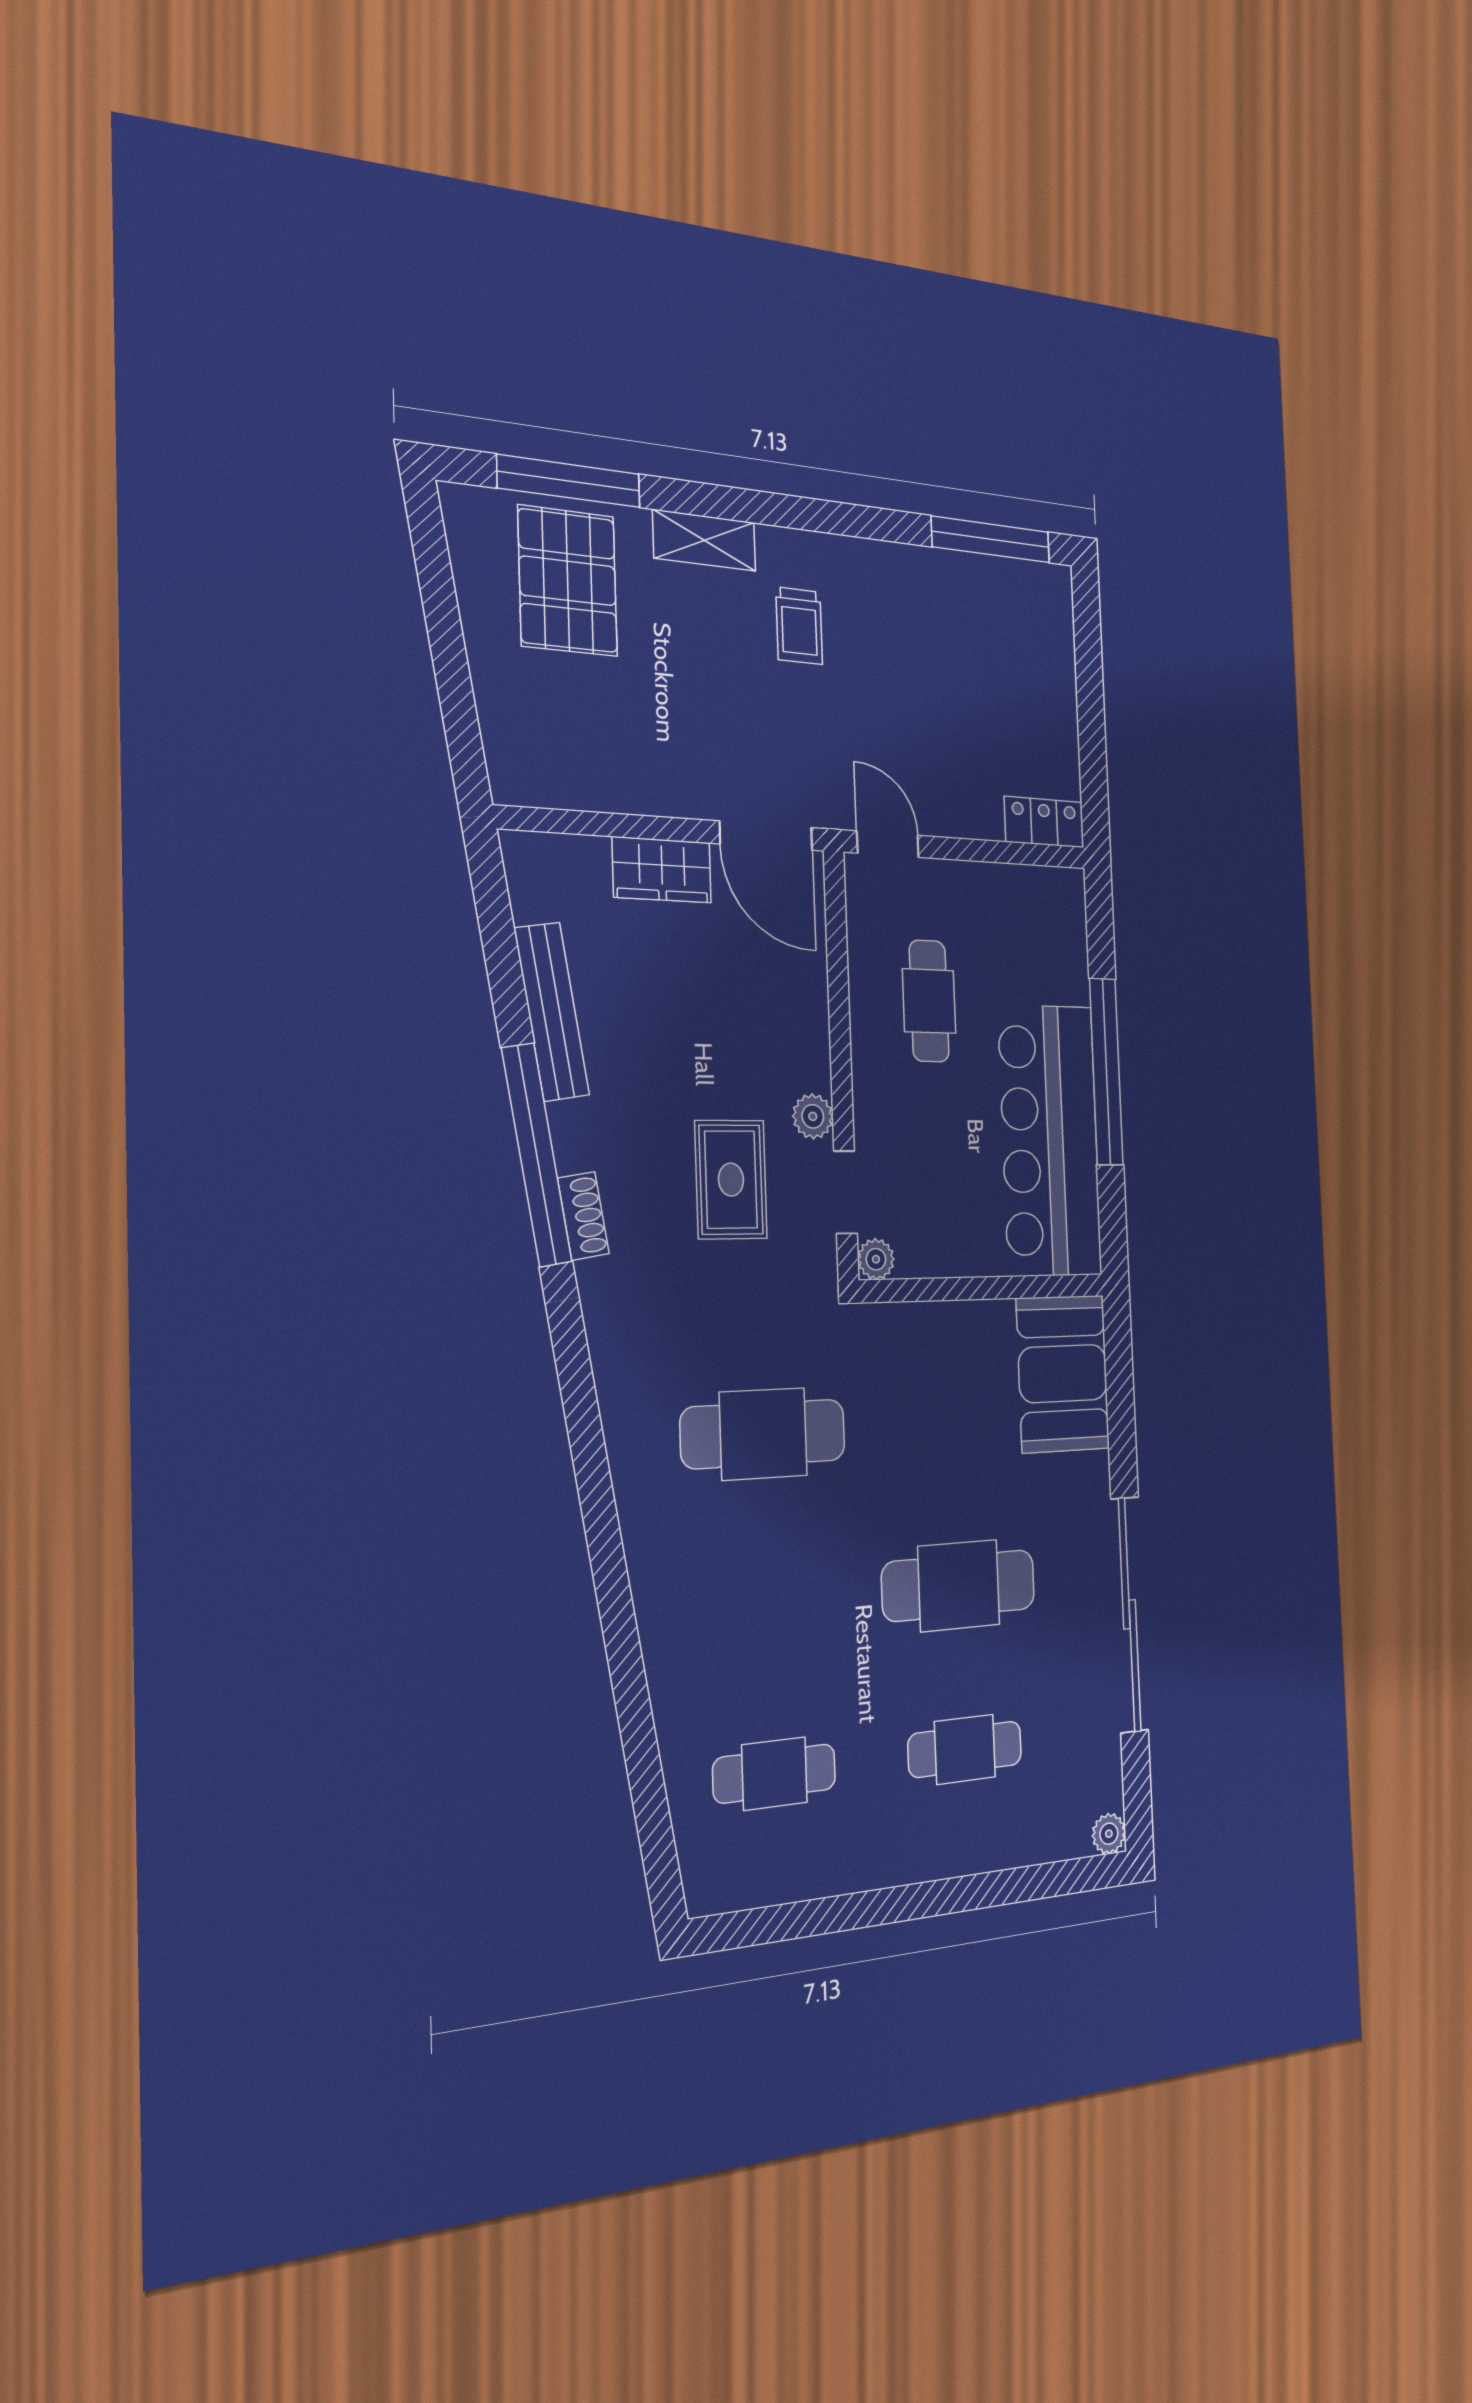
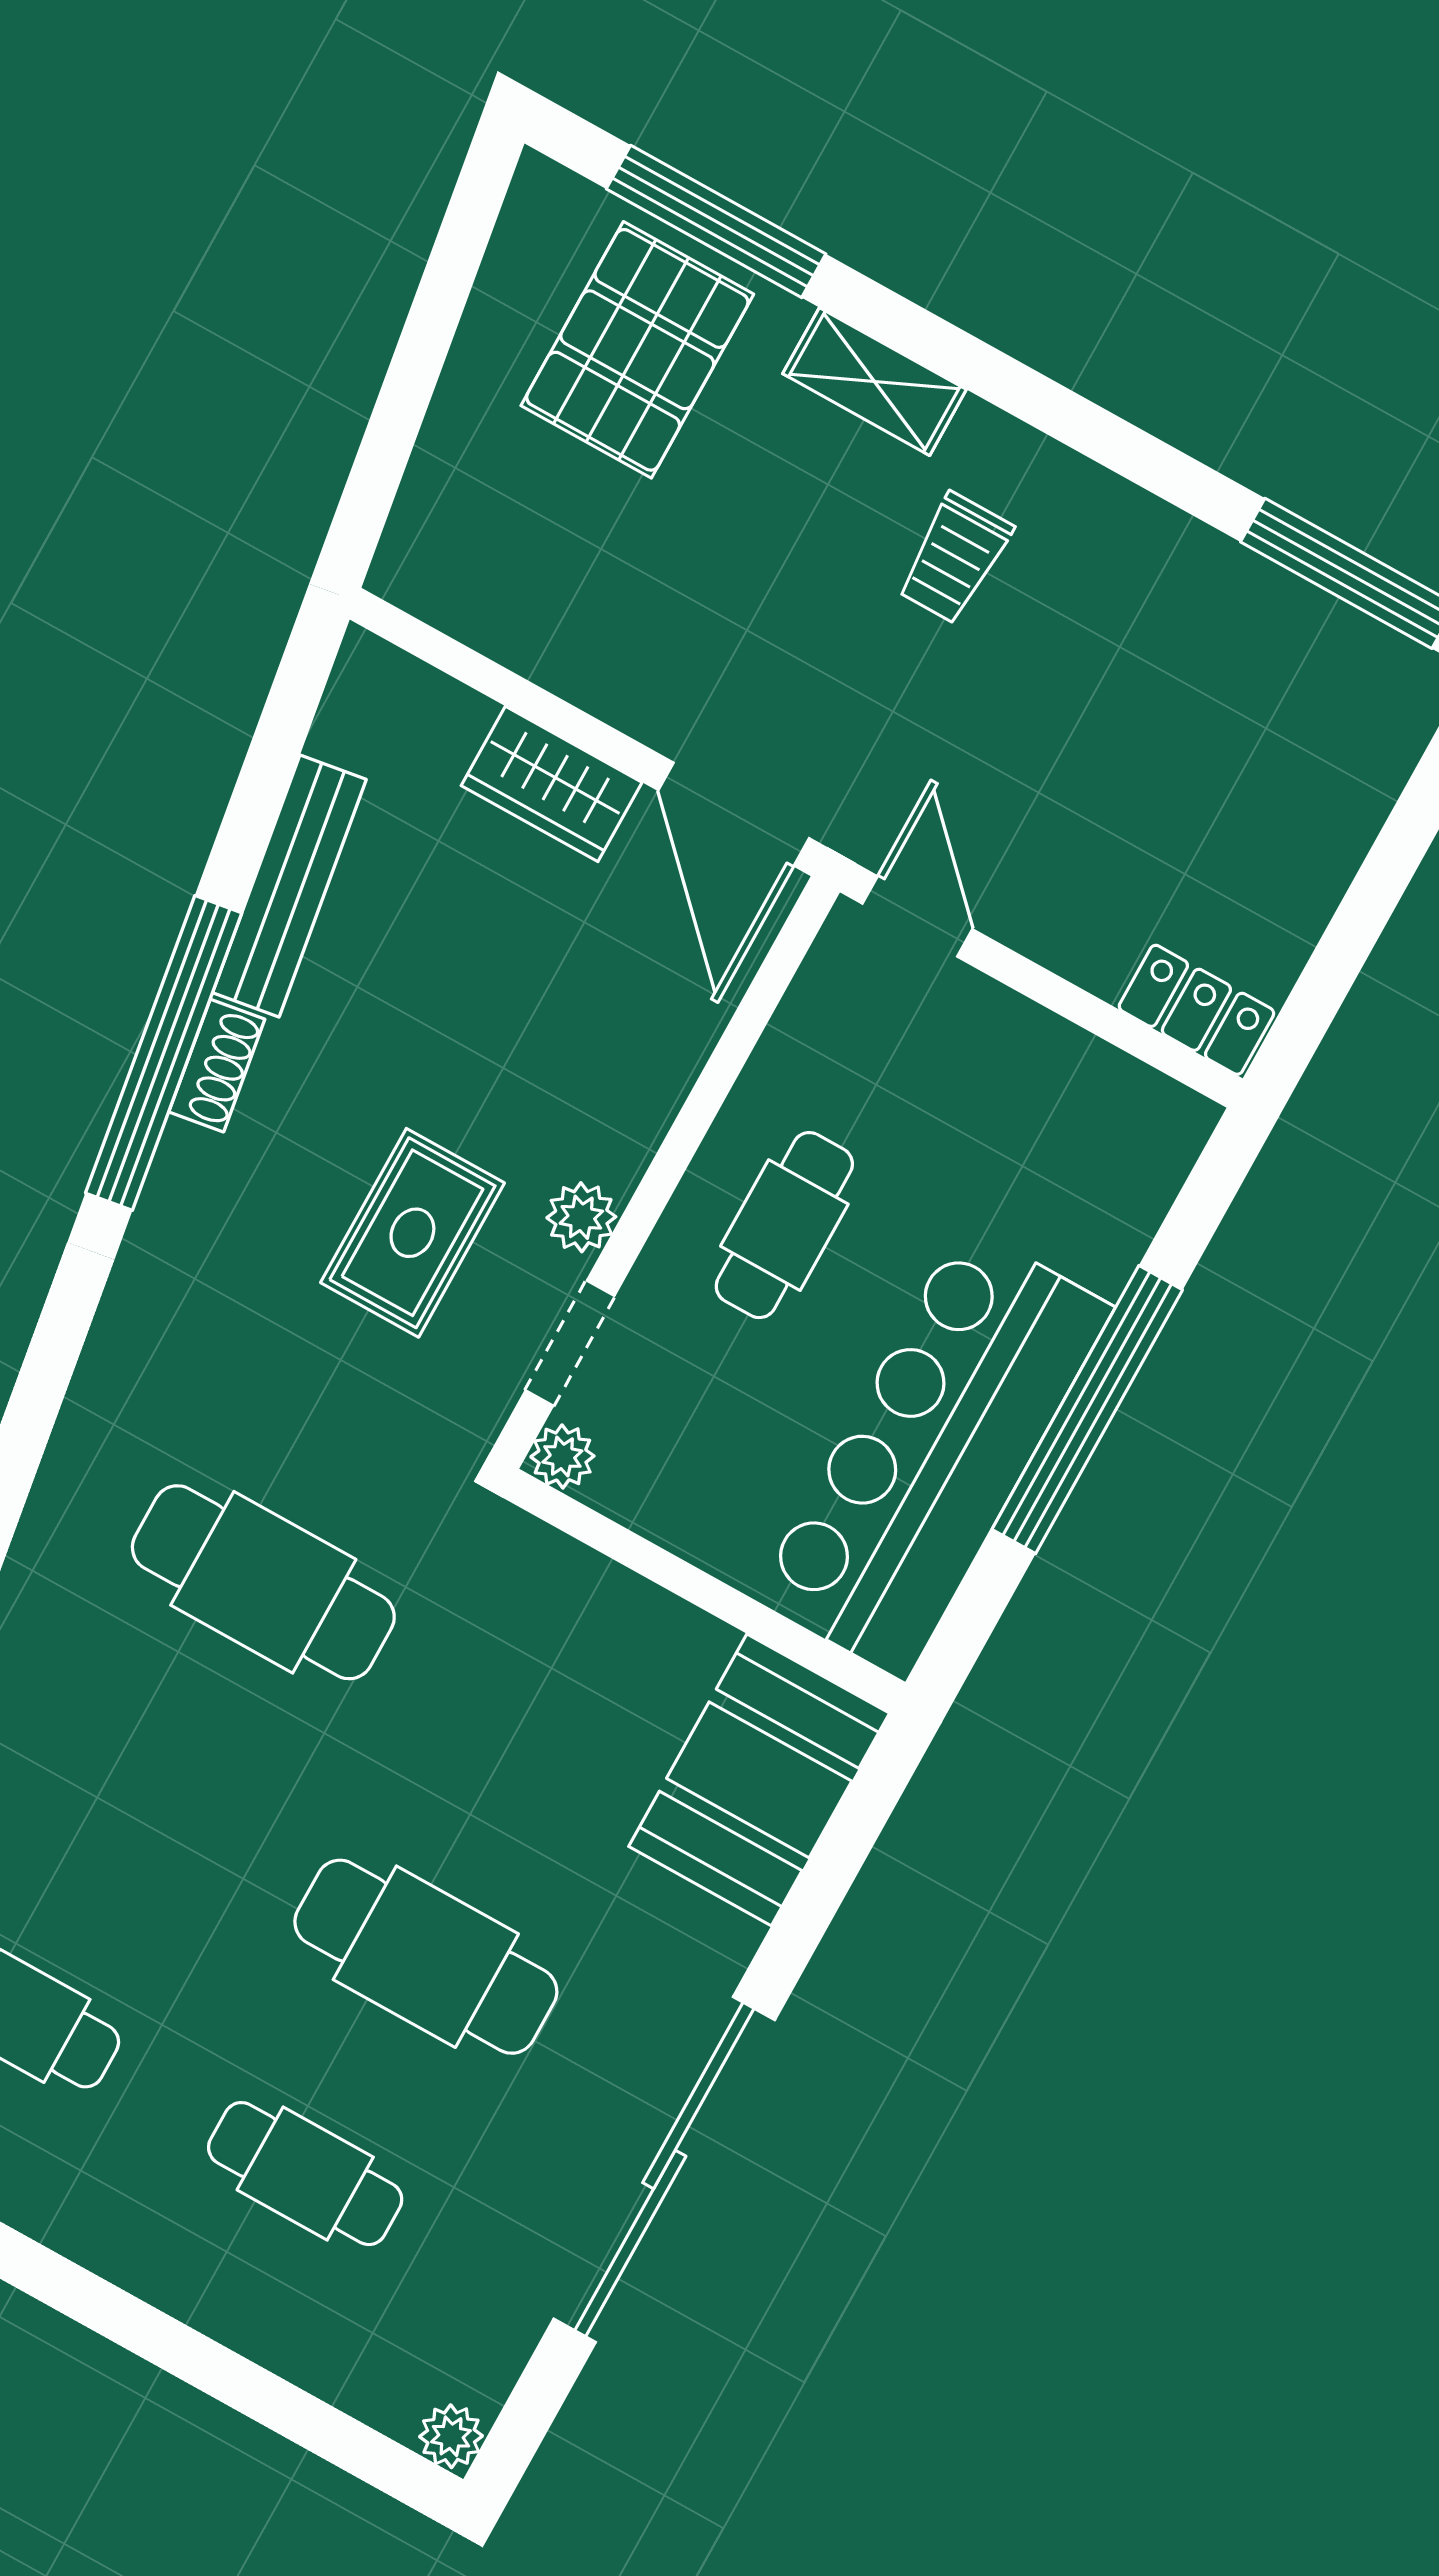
cafe table: (929, 1001) -> (784, 1225), moved
shoe rack: (583, 1216) -> (217, 1066), moved

